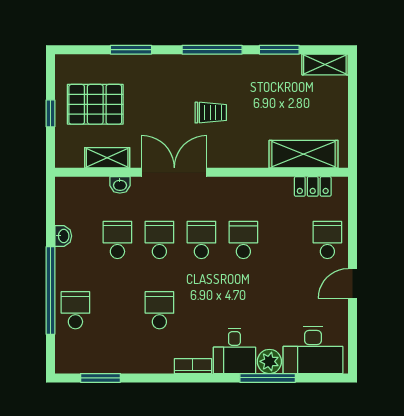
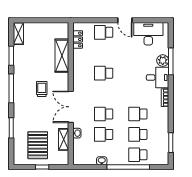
shelving: (304, 154) -> (62, 56), moved
school desk: (201, 240) -> (138, 134), moved
desk: (313, 350) -> (148, 34), moved, turned -90

